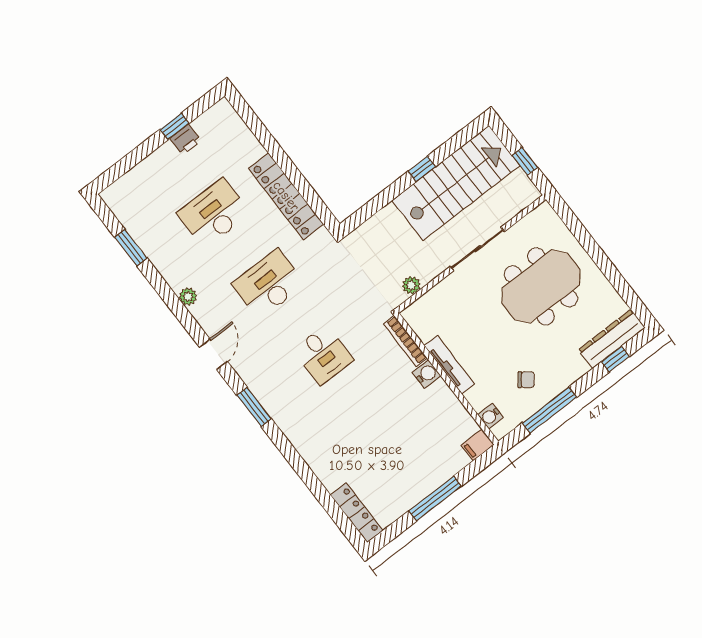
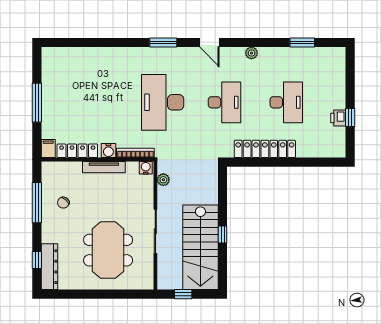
desk: (323, 355) -> (163, 102), width x1.87, depth x1.30
water cooler: (490, 416) -> (146, 168), moved
locker: (357, 513) -> (77, 151), moved, turned 180

